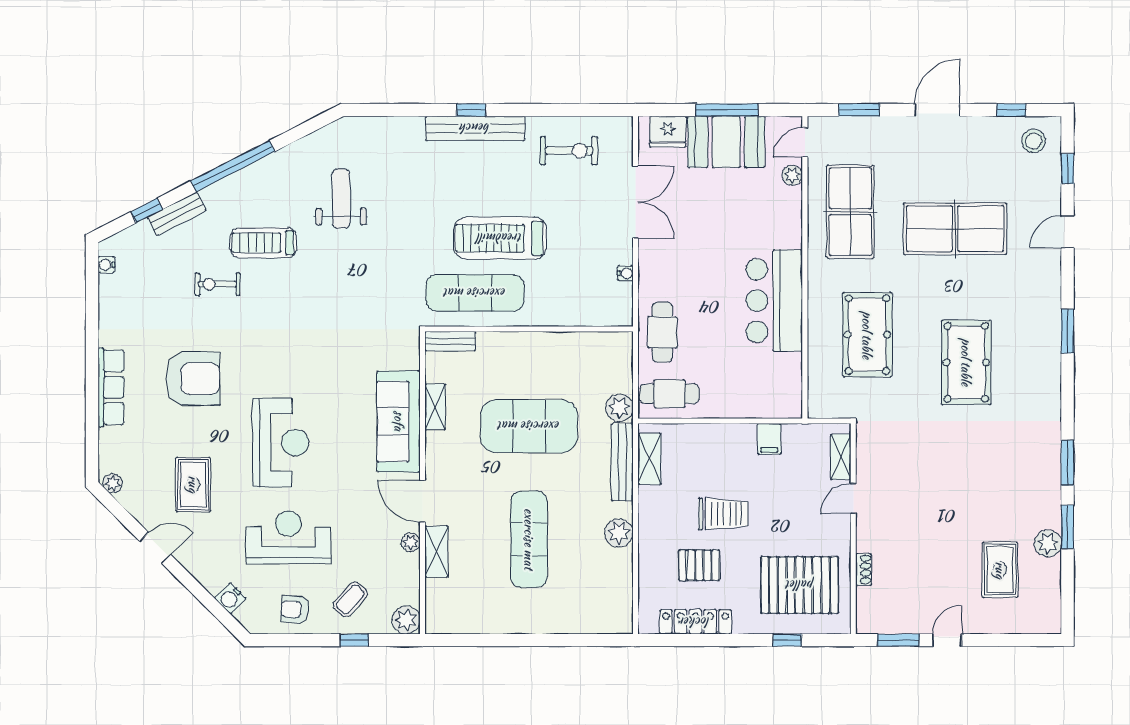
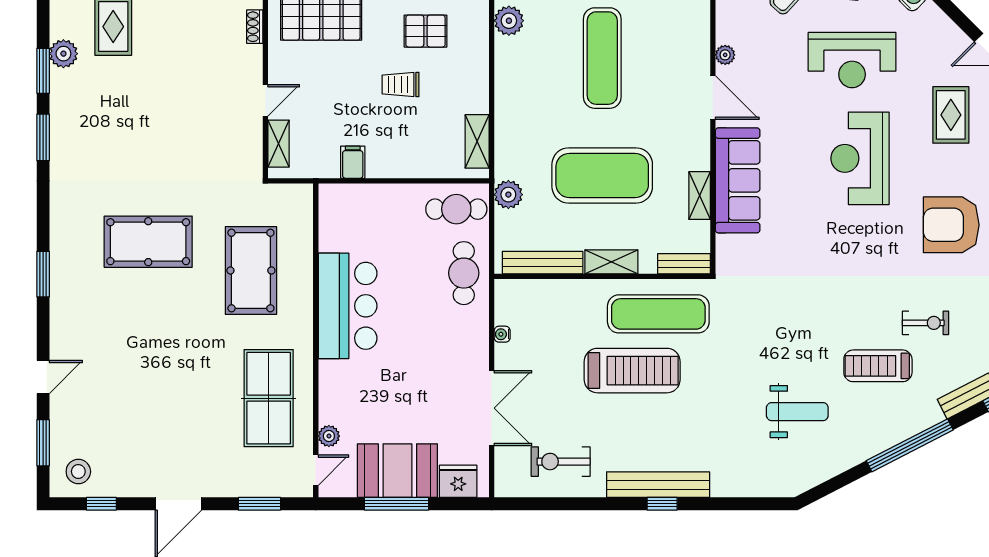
window: (1068, 169) -> (43, 443), width x1.50
weight bench: (341, 199) -> (797, 412), turned -90
double door: (635, 202) -> (492, 408), swing flipped
table tennis table: (955, 229) -> (160, 380), removed
treadmill: (263, 243) -> (878, 366), turned 180
pool table: (966, 362) -> (148, 242), turned 90
bench: (622, 462) -> (543, 263), moved, turned 90
trolley: (723, 514) -> (401, 84), width x0.73, depth x0.72
plant: (619, 533) -> (509, 21), moved
shelving: (436, 552) -> (611, 262), moved, turned 90

